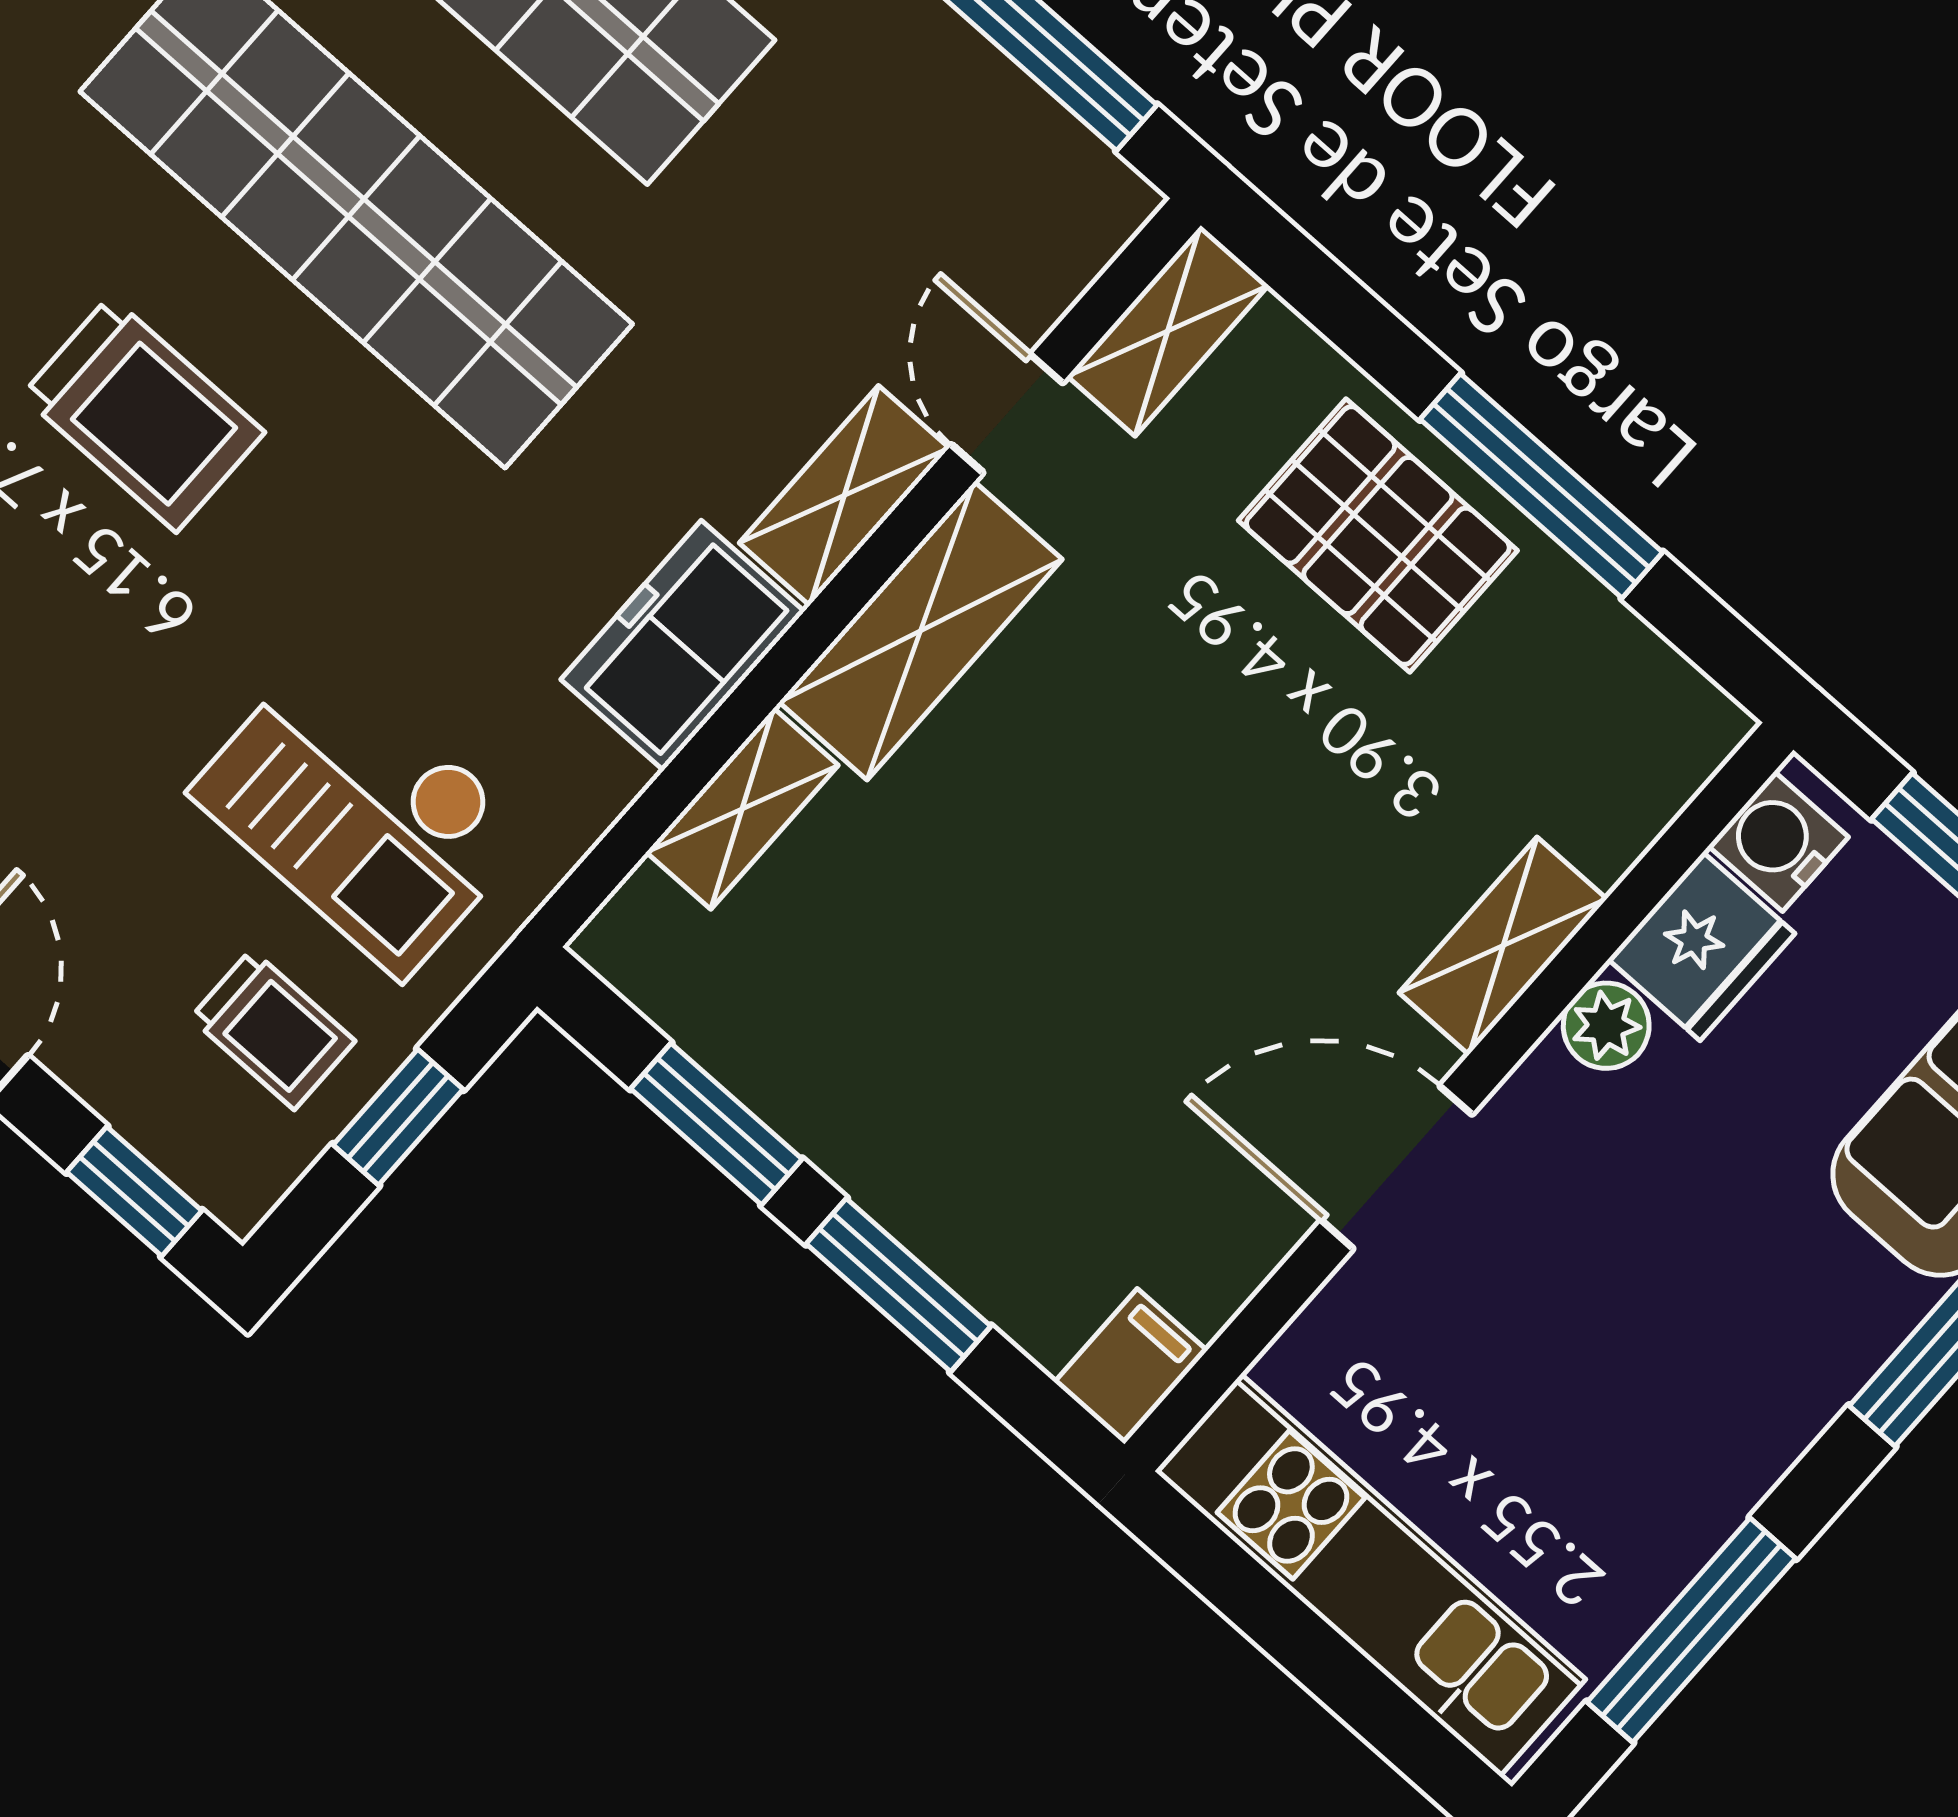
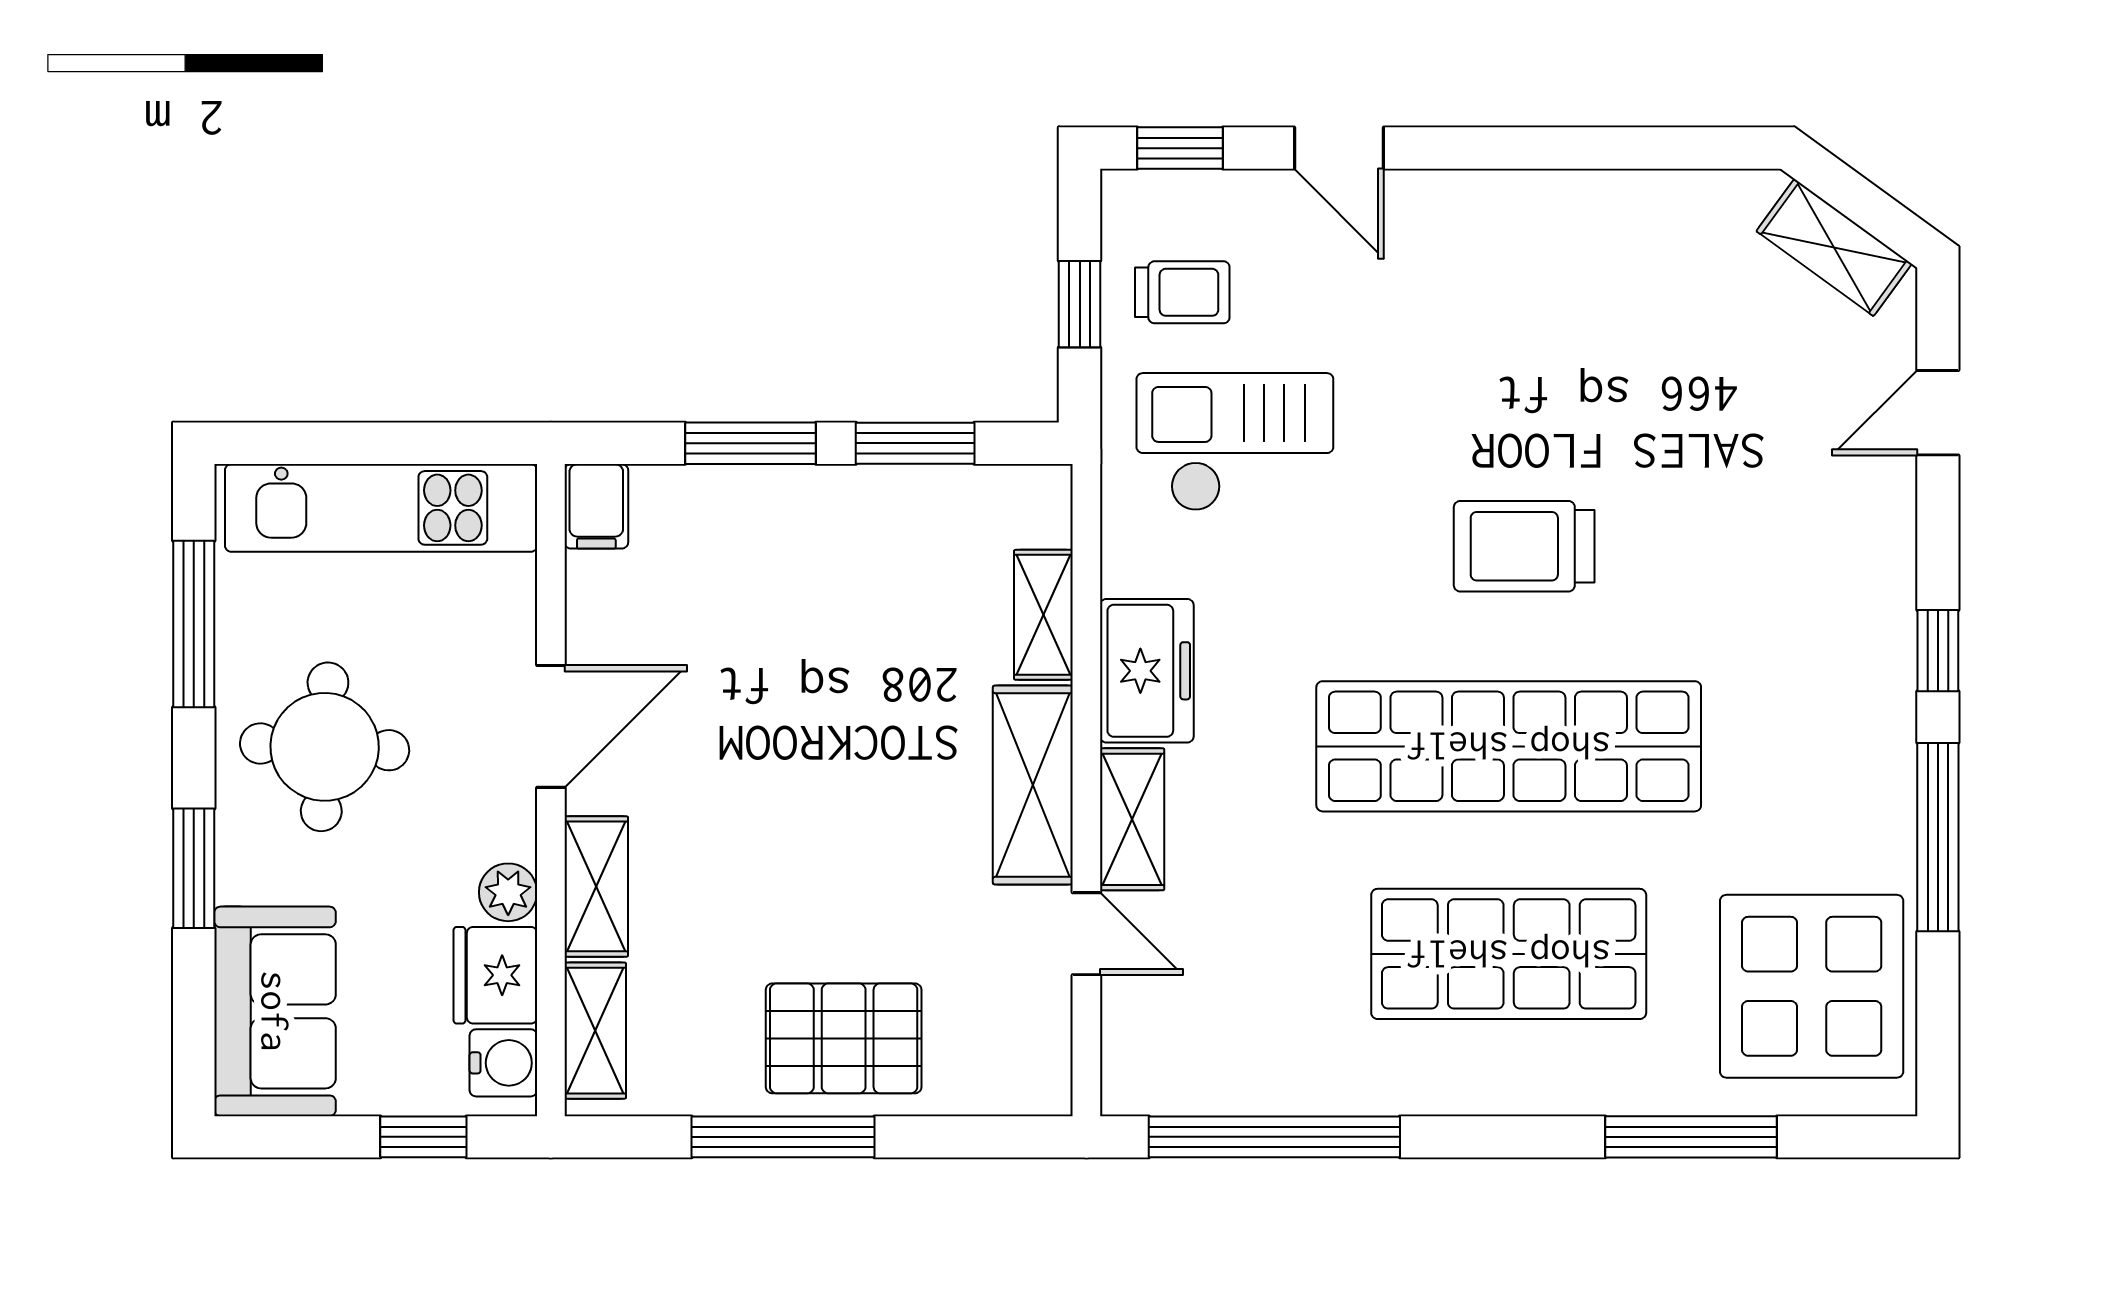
shelving: (1168, 331) -> (595, 1031), moved
trolley: (273, 1029) -> (1182, 292), turned 180
round table: (1667, 1366) -> (325, 747), added

